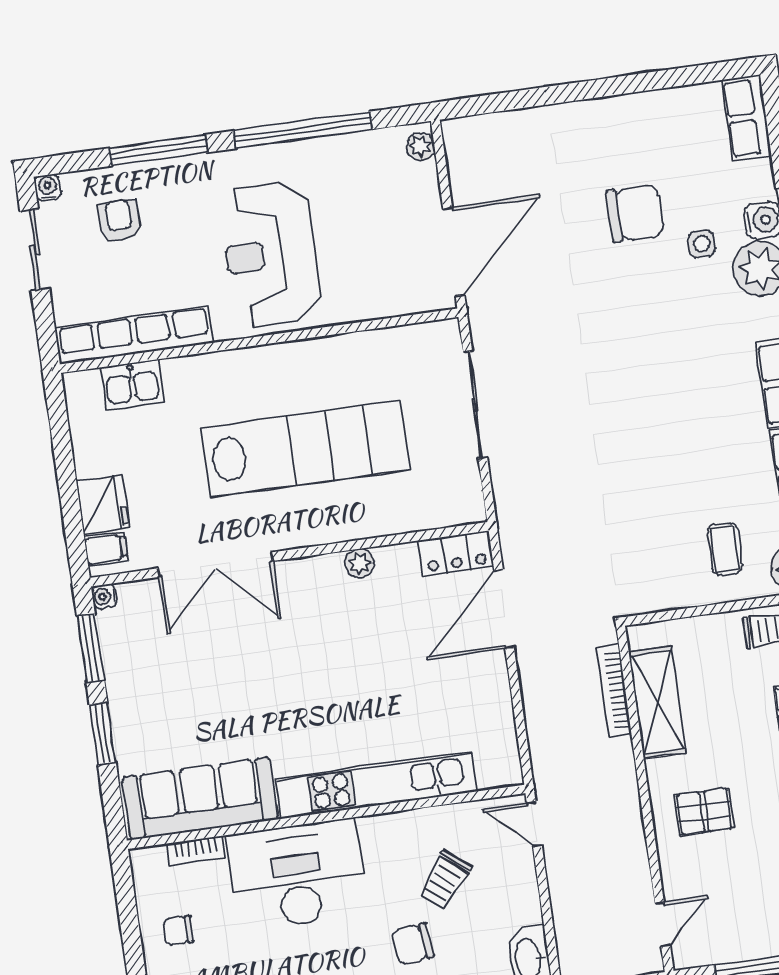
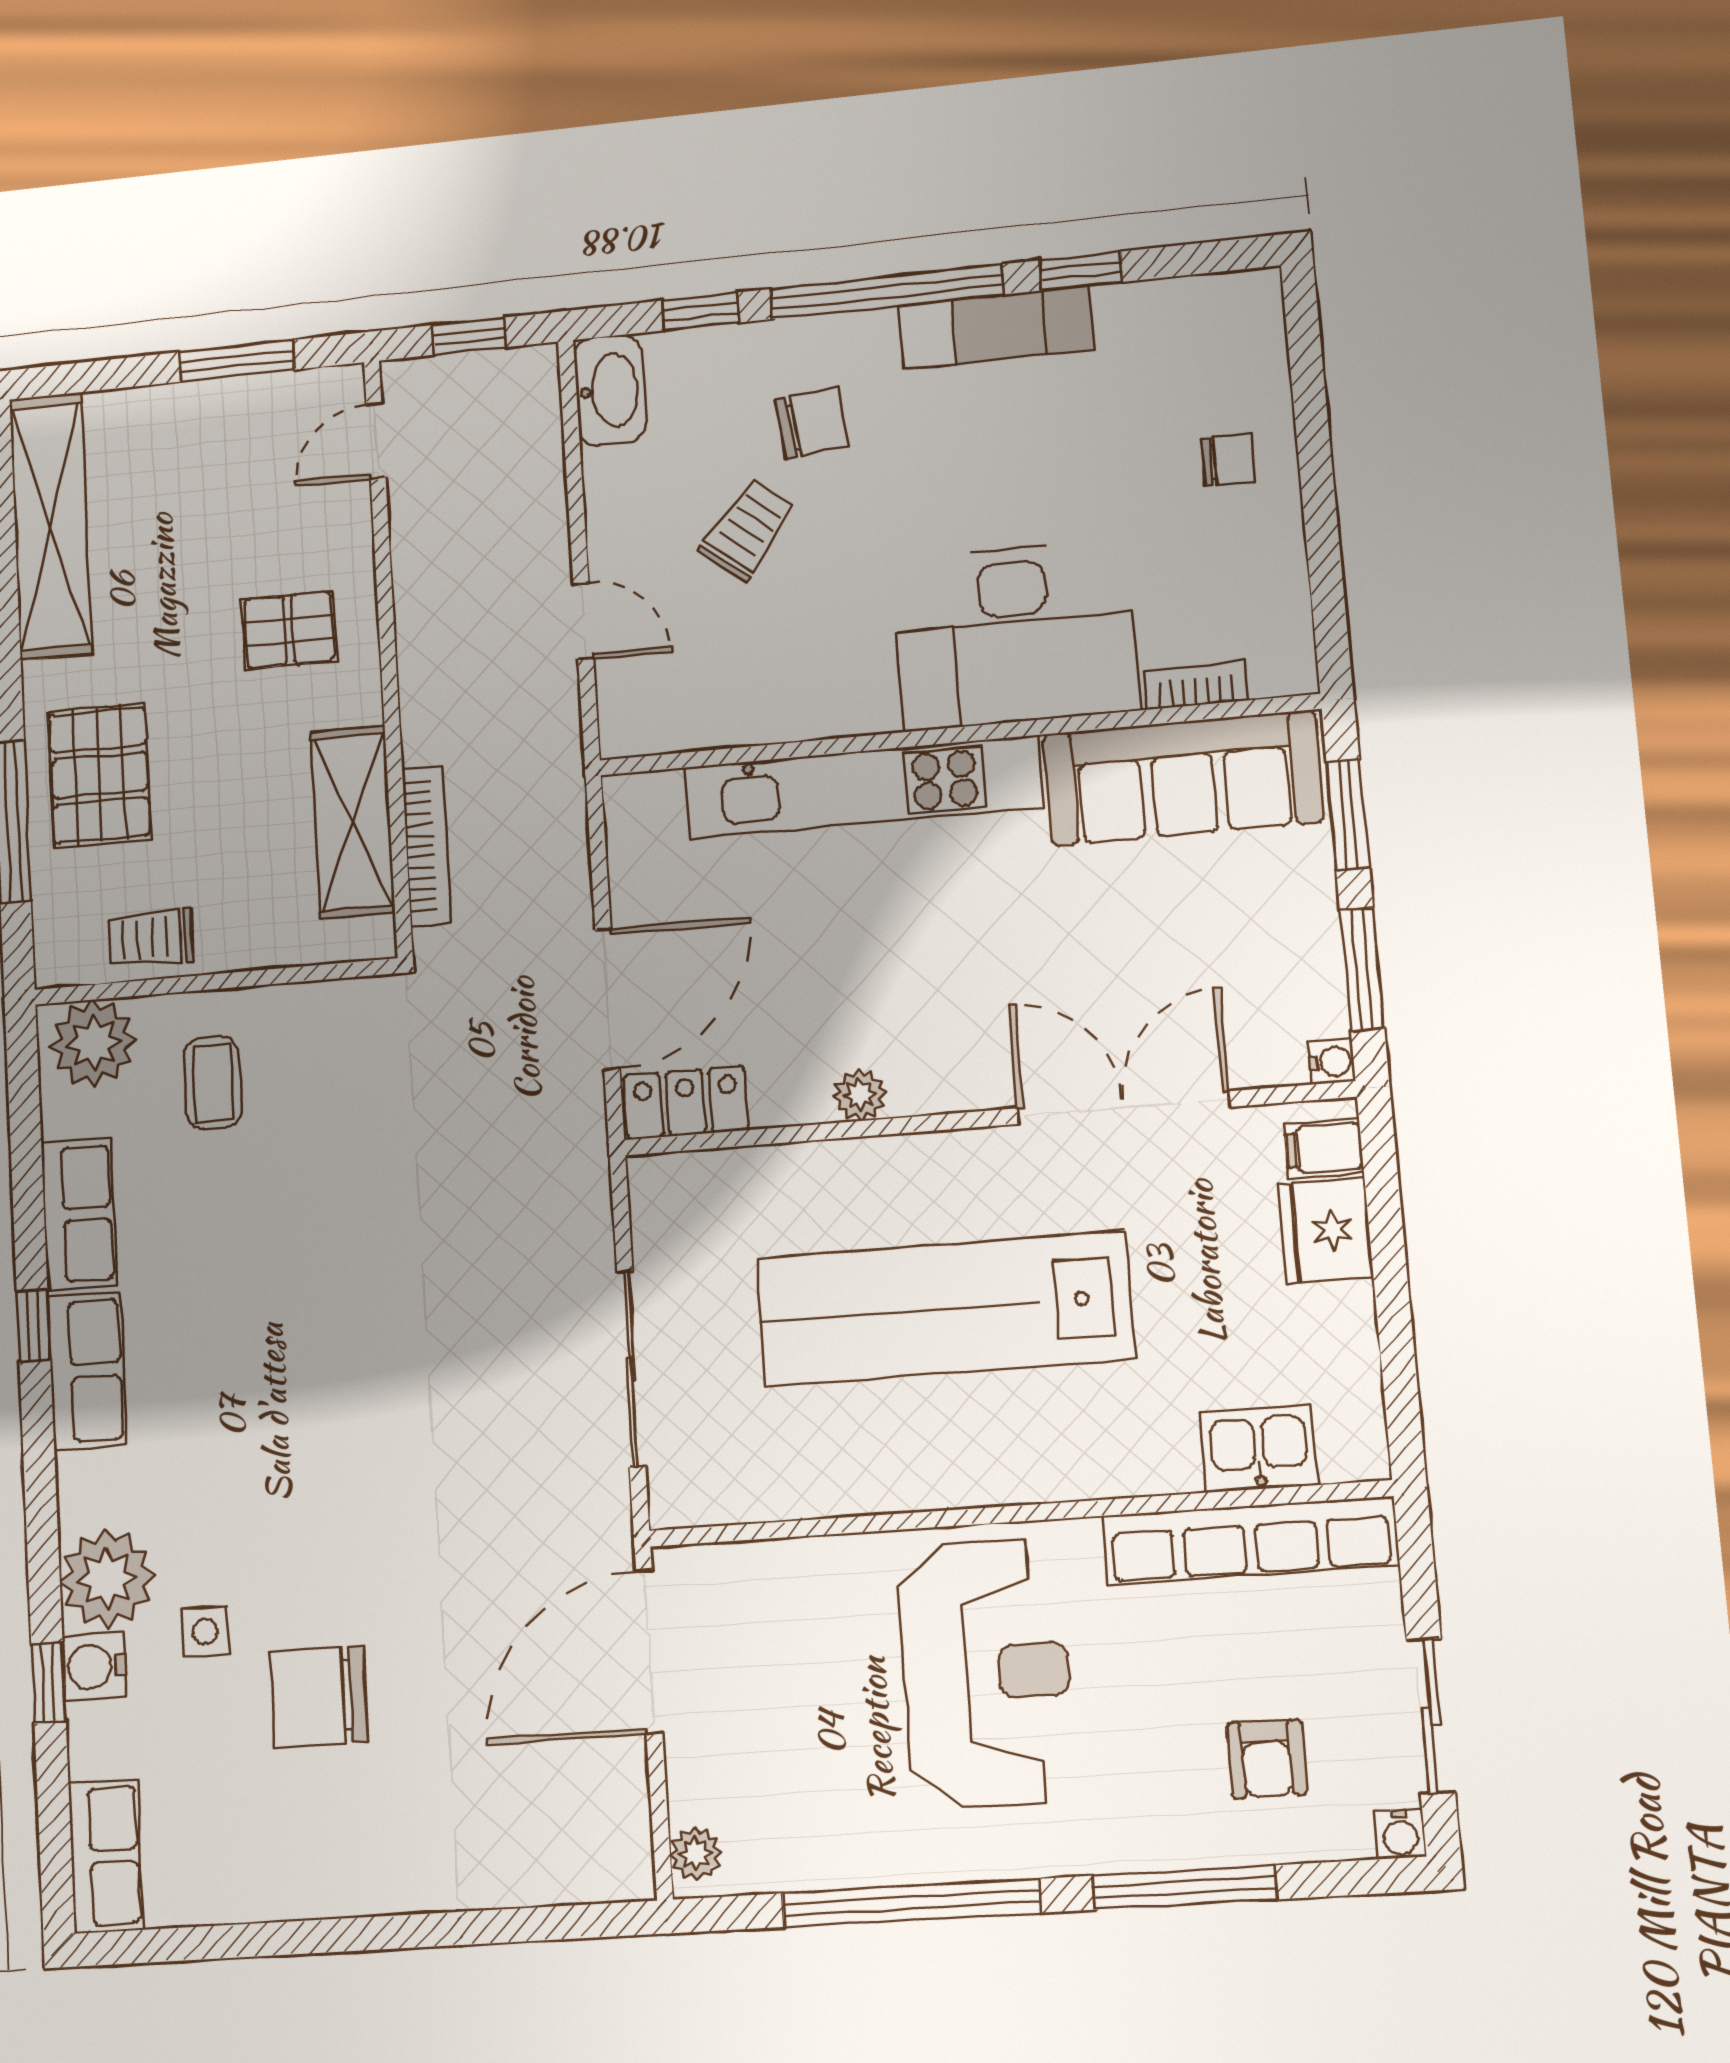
kitchen unit: (376, 785) -> (863, 787), moved
sofa: (200, 798) -> (1183, 778), moved
wall: (326, 817) -> (957, 735), moved
bookcase: (196, 851) -> (1195, 686), moved
desk: (297, 875) -> (1015, 635), moved

